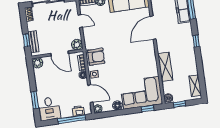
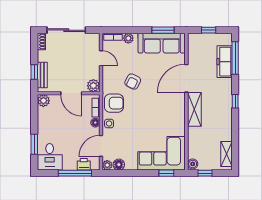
armchair: (109, 37) -> (133, 82), added
shelving: (165, 67) -> (194, 109), moved
door: (90, 94) -> (101, 146), swing flipped
floor lamp: (117, 106) -> (119, 165), moved

